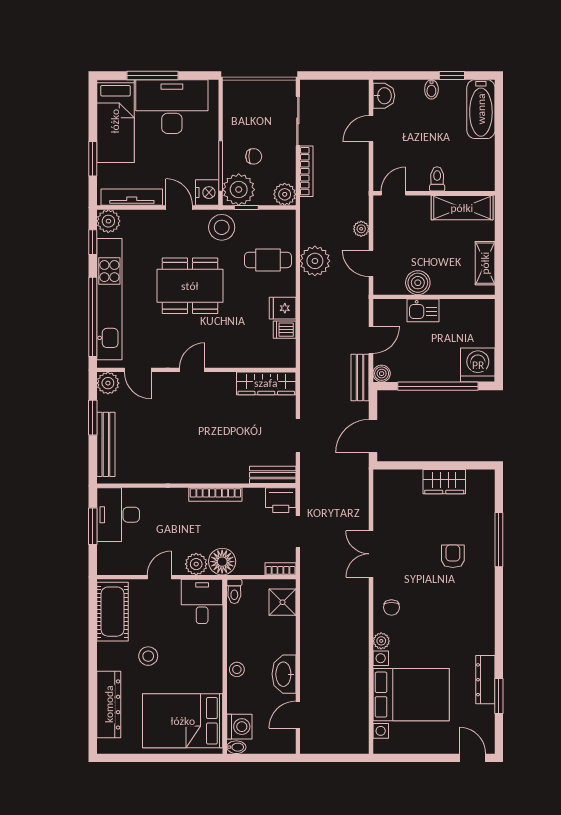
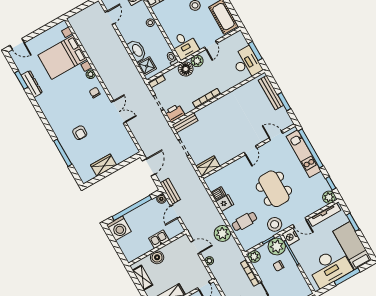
boiler: (418, 283) -> (157, 257), moved
dining table: (190, 286) -> (274, 189), turned 90
kitchen unit: (109, 299) -> (304, 154), width x0.73
plant: (108, 383) -> (286, 122), removed
wardrobe: (266, 383) -> (208, 166), width x0.67
washbasin: (284, 674) -> (137, 51), moved

